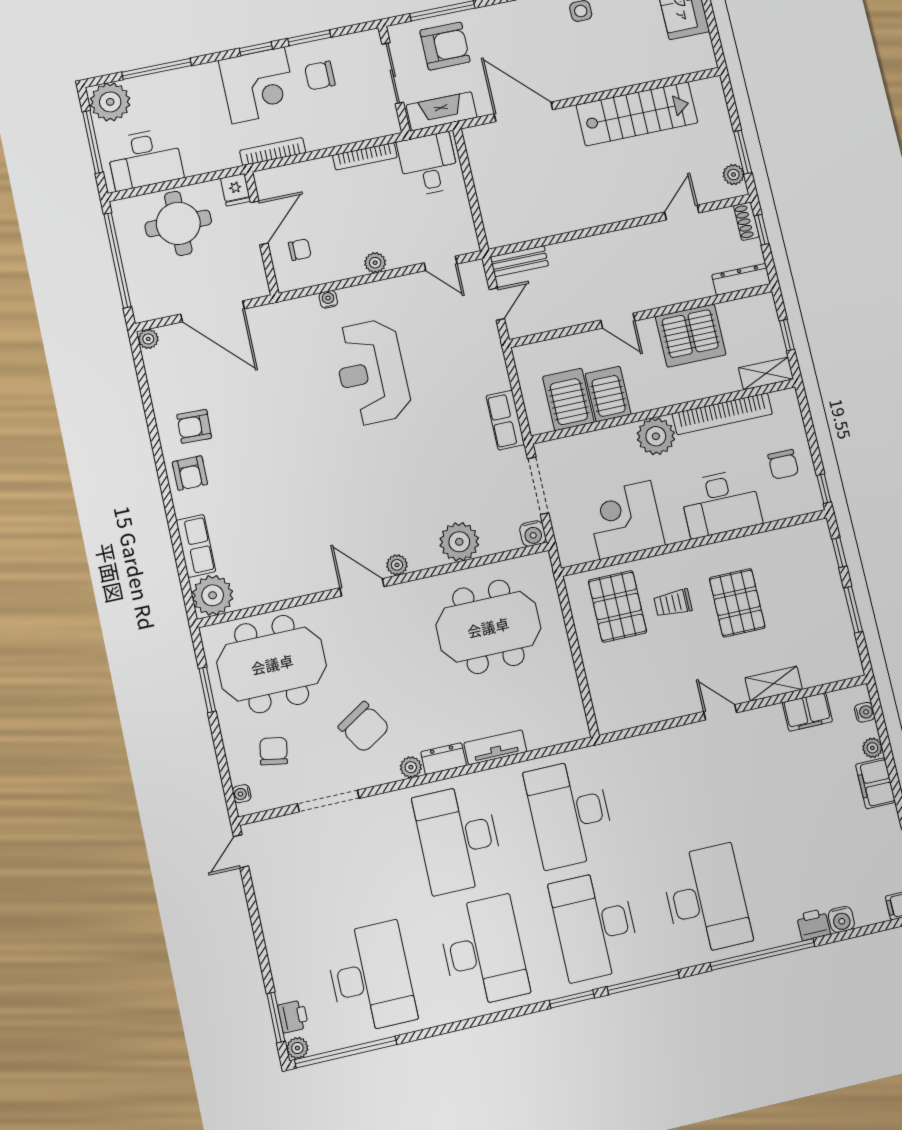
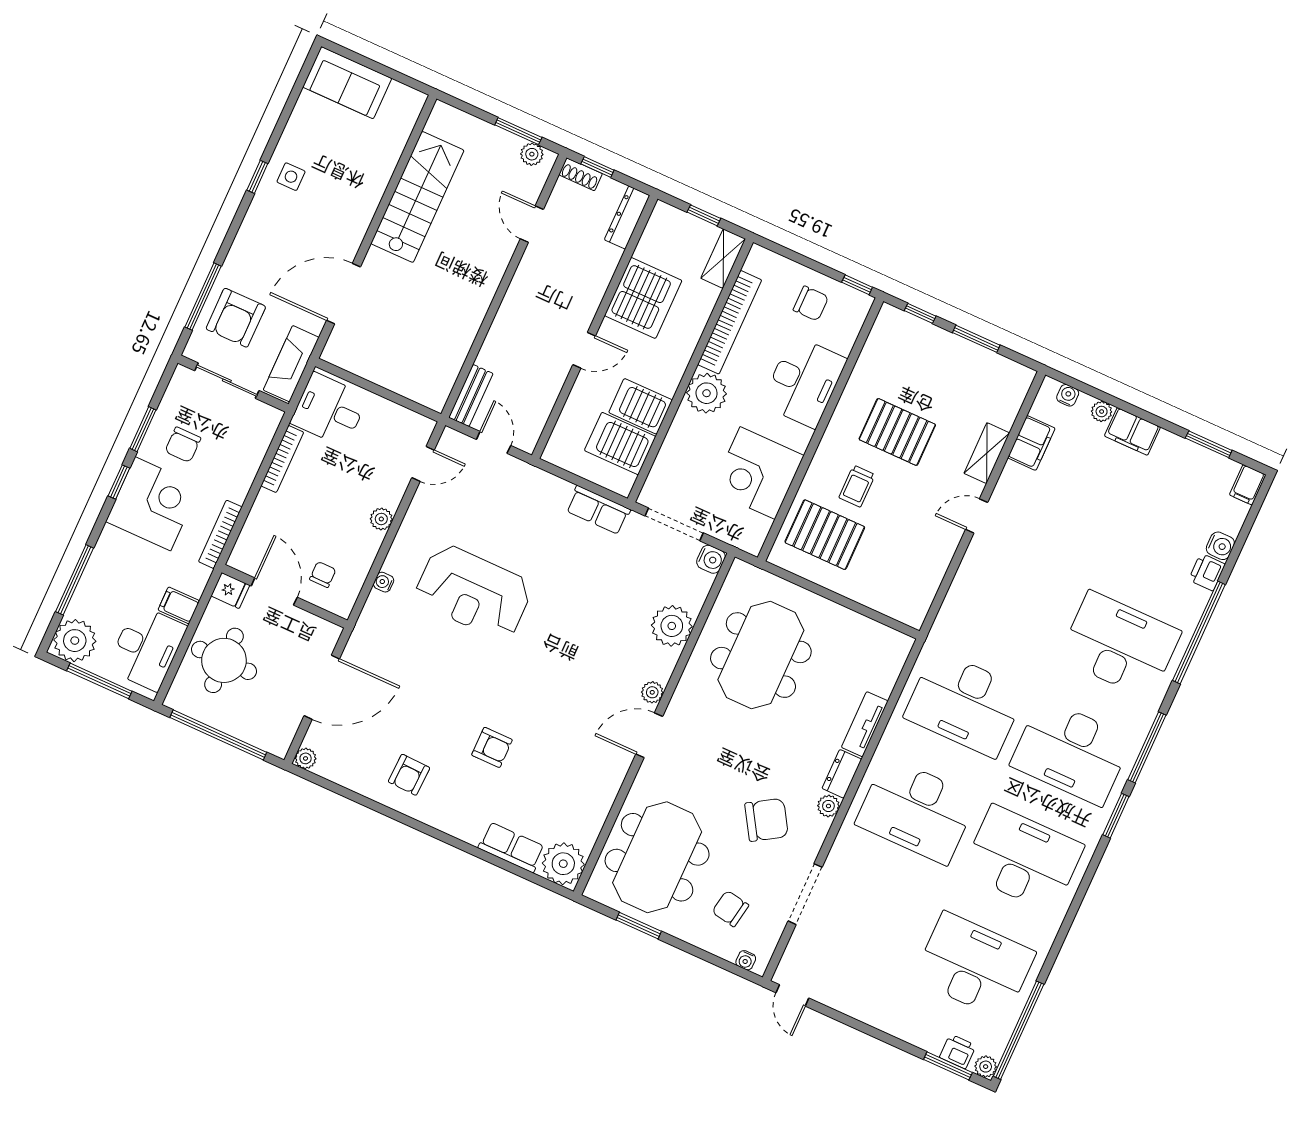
armchair: (445, 46) -> (236, 318), turned 180
filing cabinet: (195, 160) -> (179, 605), added
armchair: (190, 473) -> (492, 747), moved

